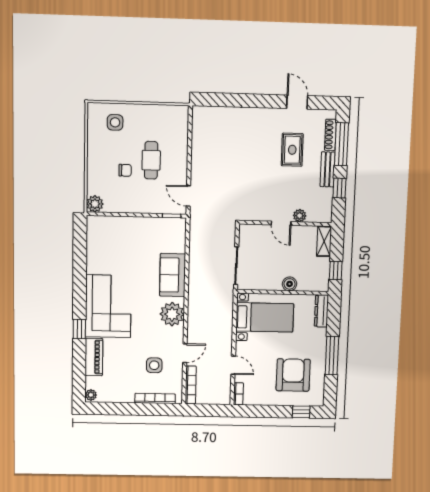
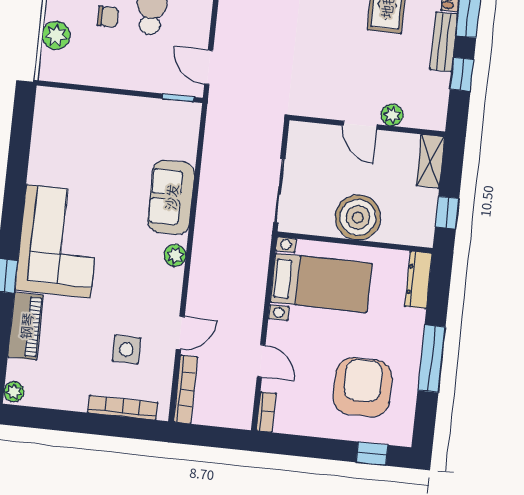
plant: (95, 204) -> (56, 35), moved
boiler: (290, 284) -> (358, 217), width x1.86, depth x1.86
plant: (172, 314) -> (175, 255), width x0.53, depth x0.53

